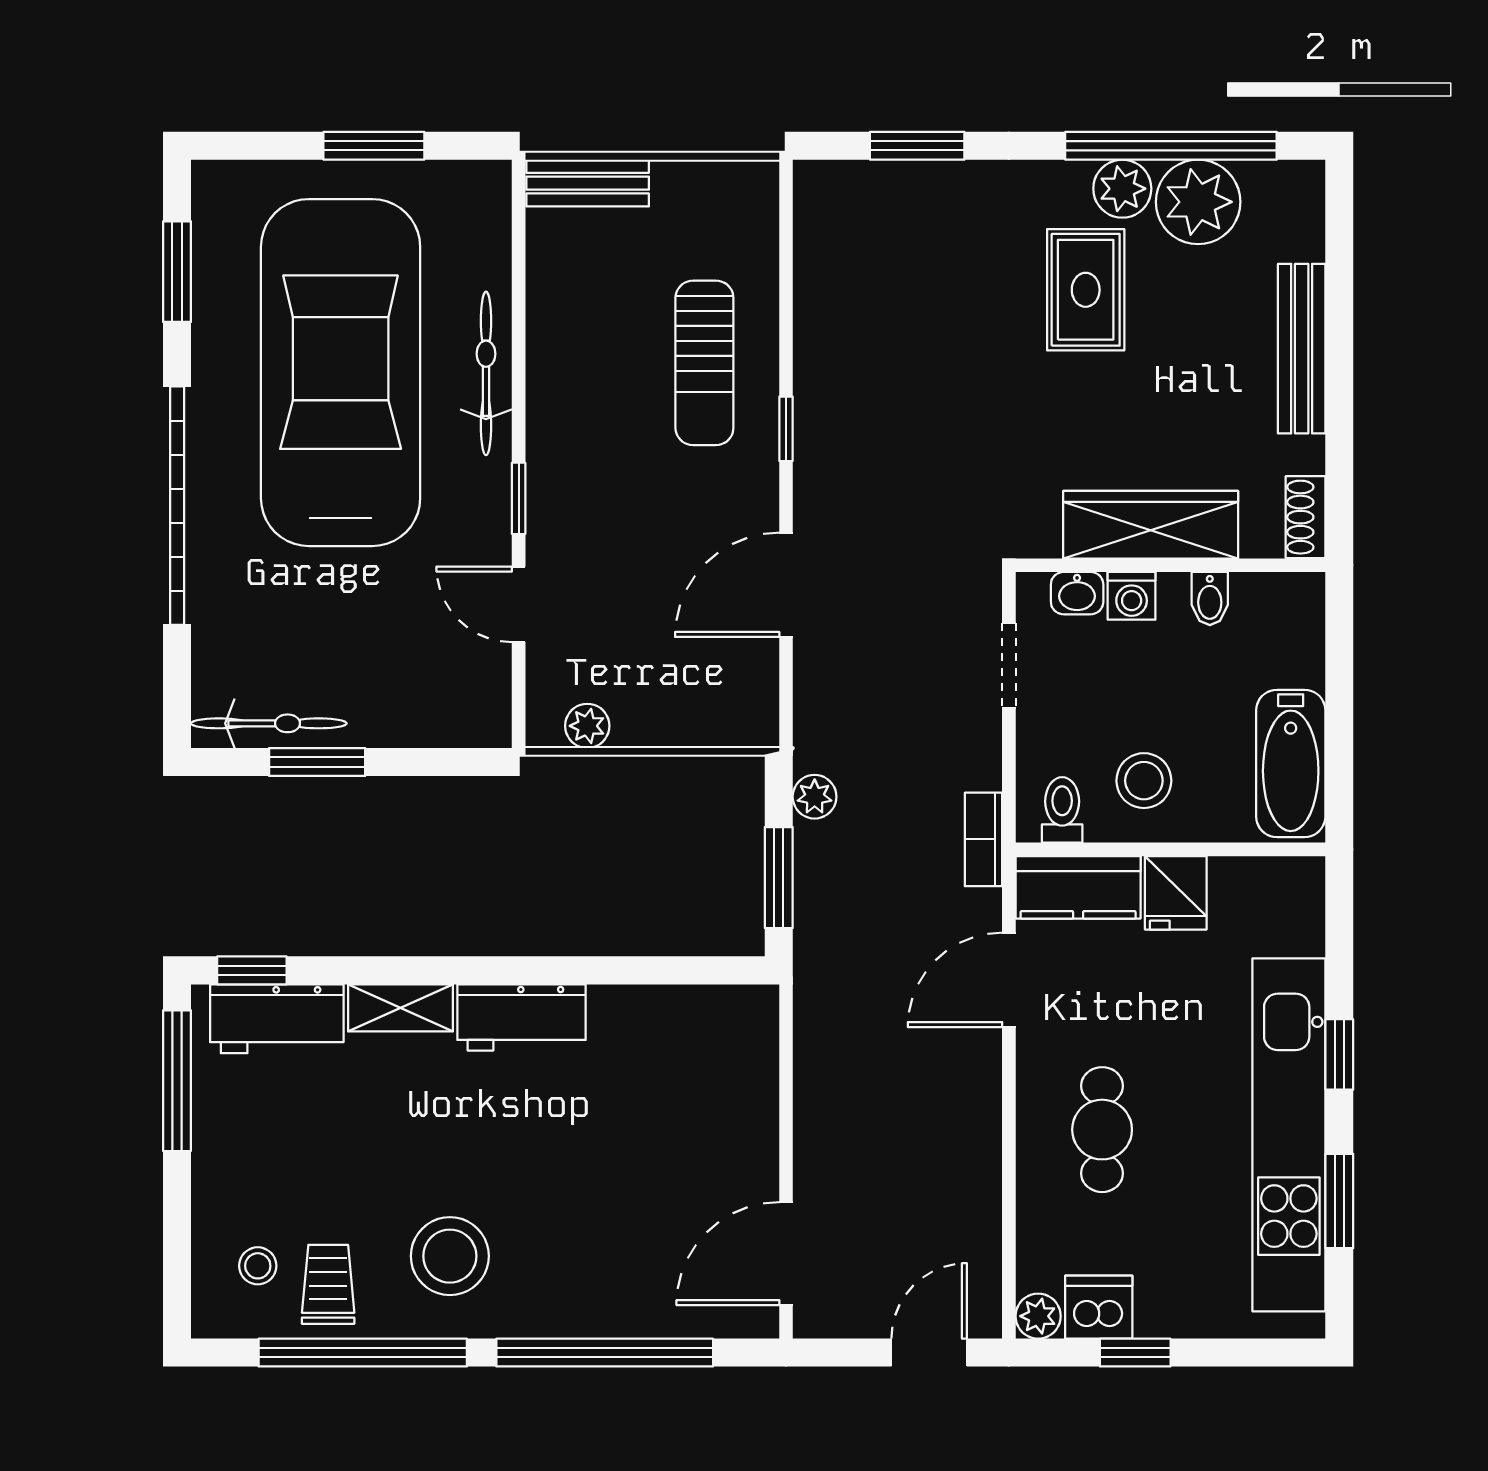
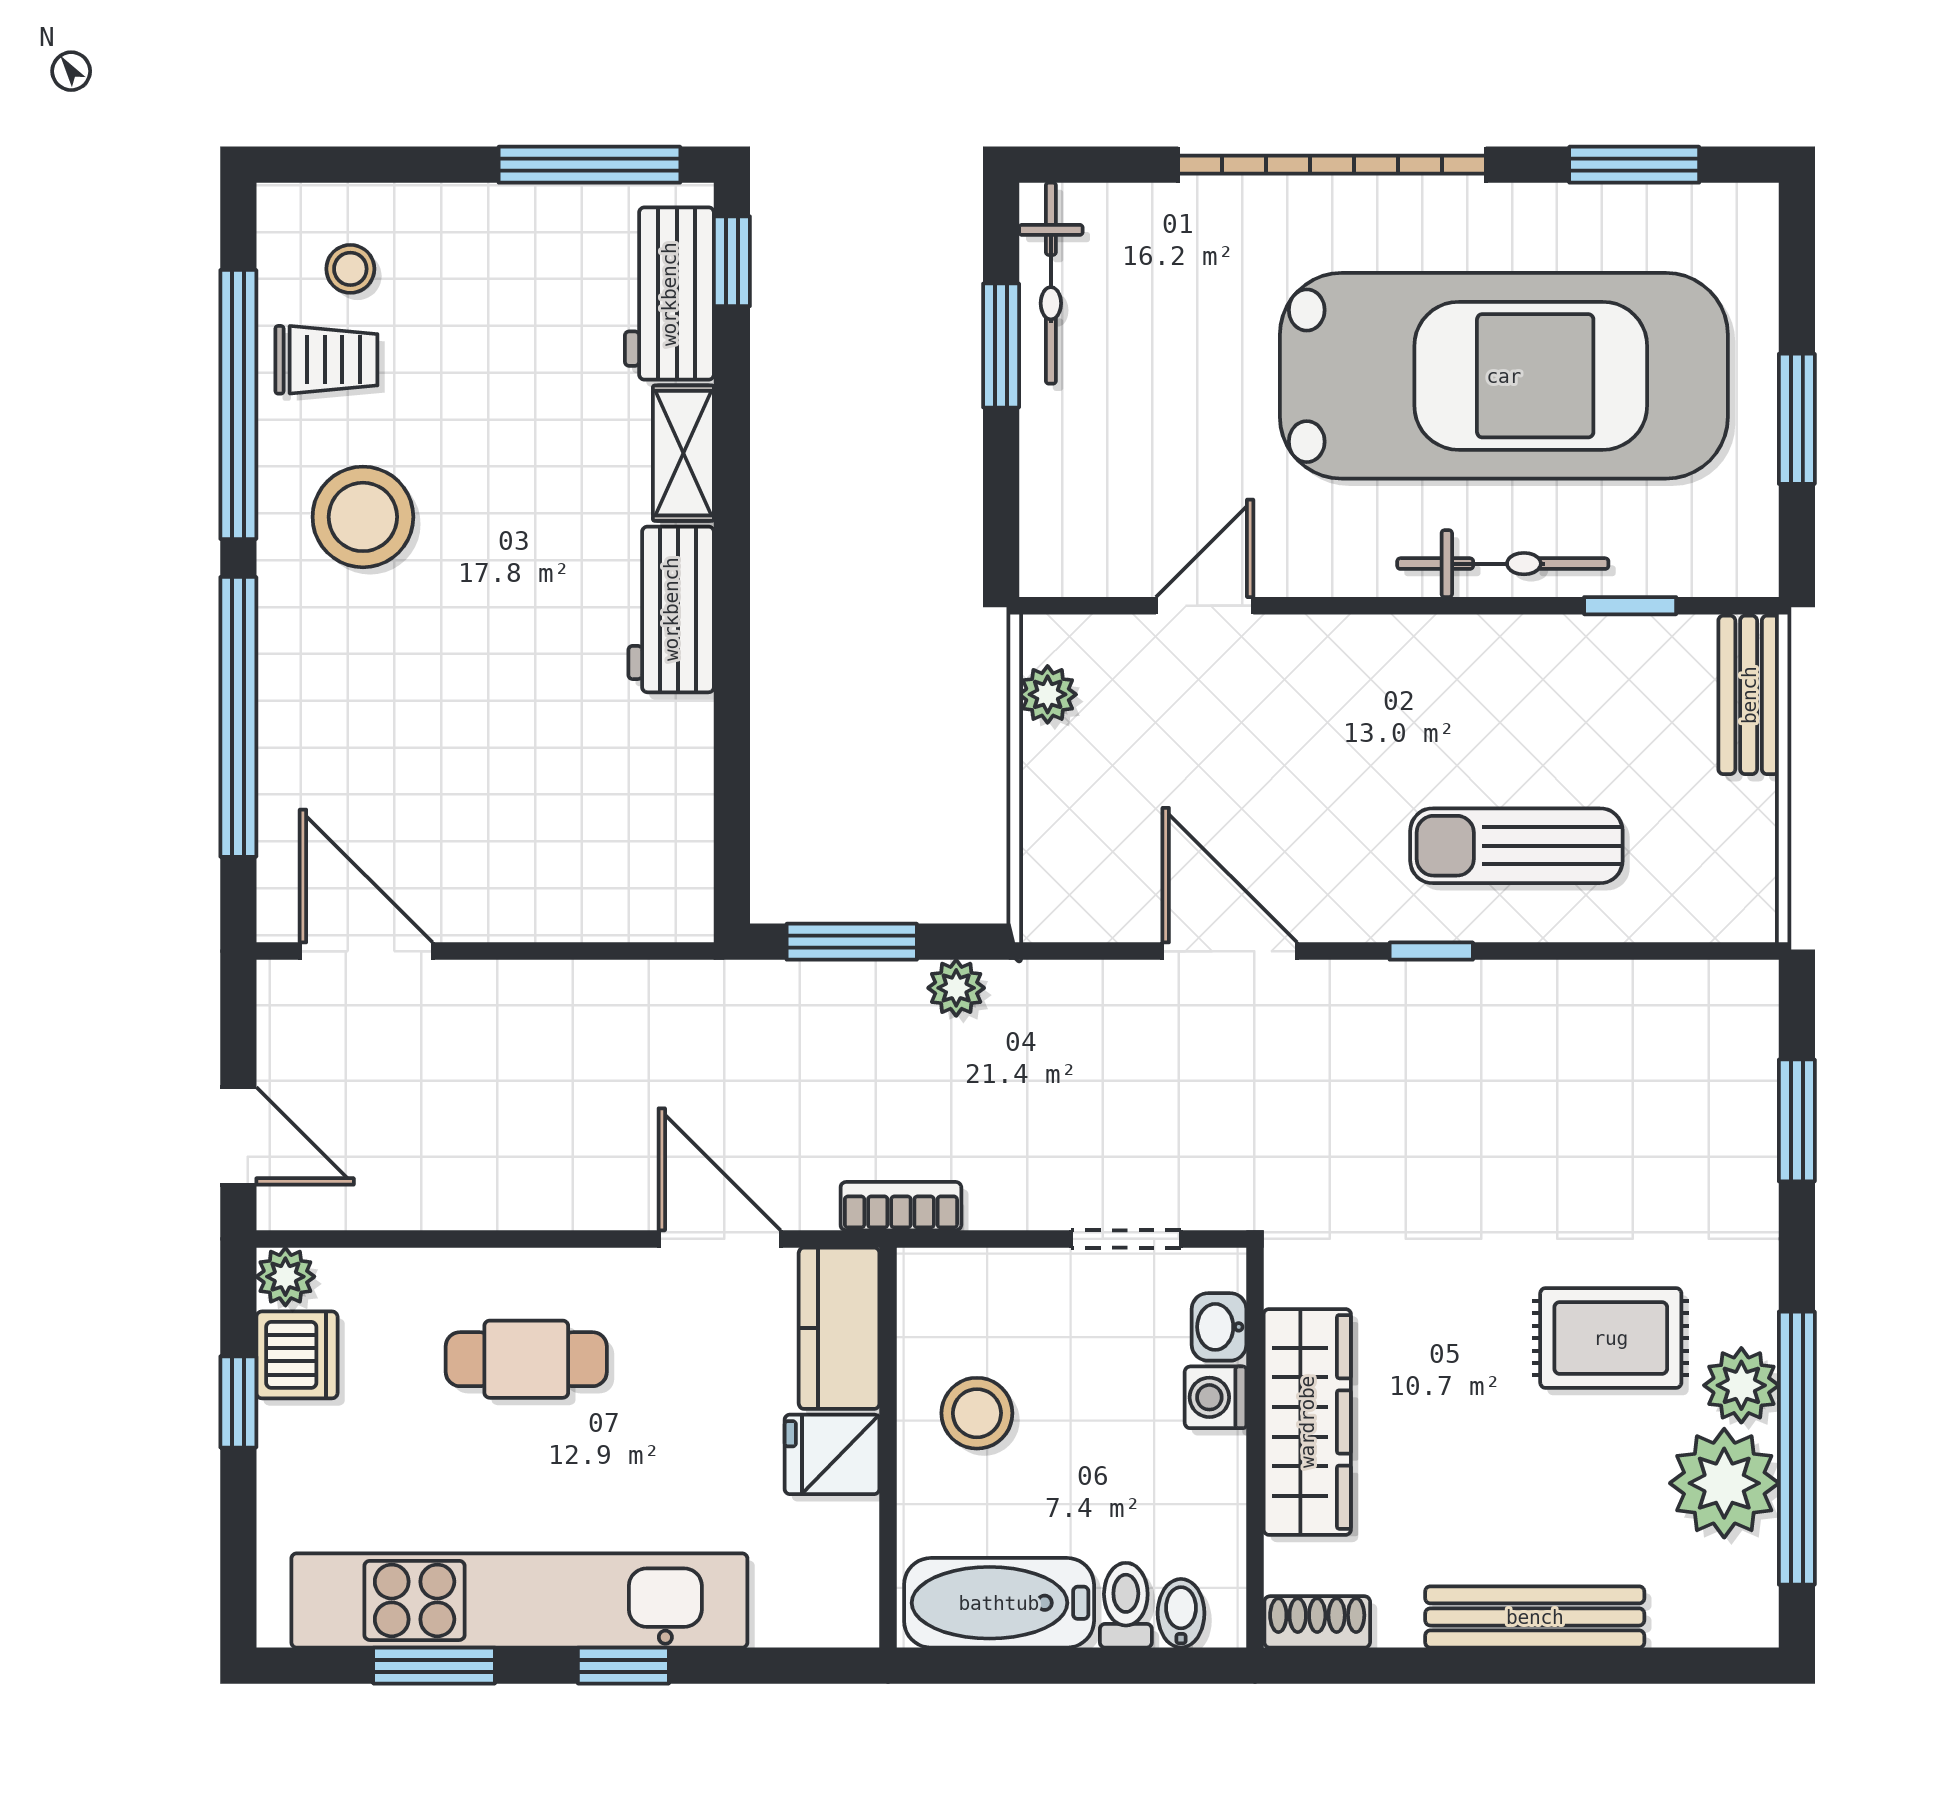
window: (519, 498) -> (1630, 606), moved
bidet: (1210, 599) -> (1181, 1613), moved, turned 90
toilet: (1062, 810) -> (1126, 1605), moved, turned -90

